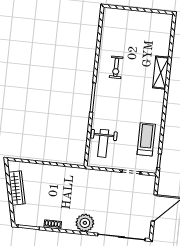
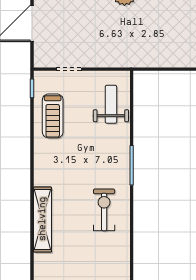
exercise bike: (116, 67) -> (104, 210), width x1.38, depth x1.39
shelving: (161, 73) -> (43, 219), width x1.47

